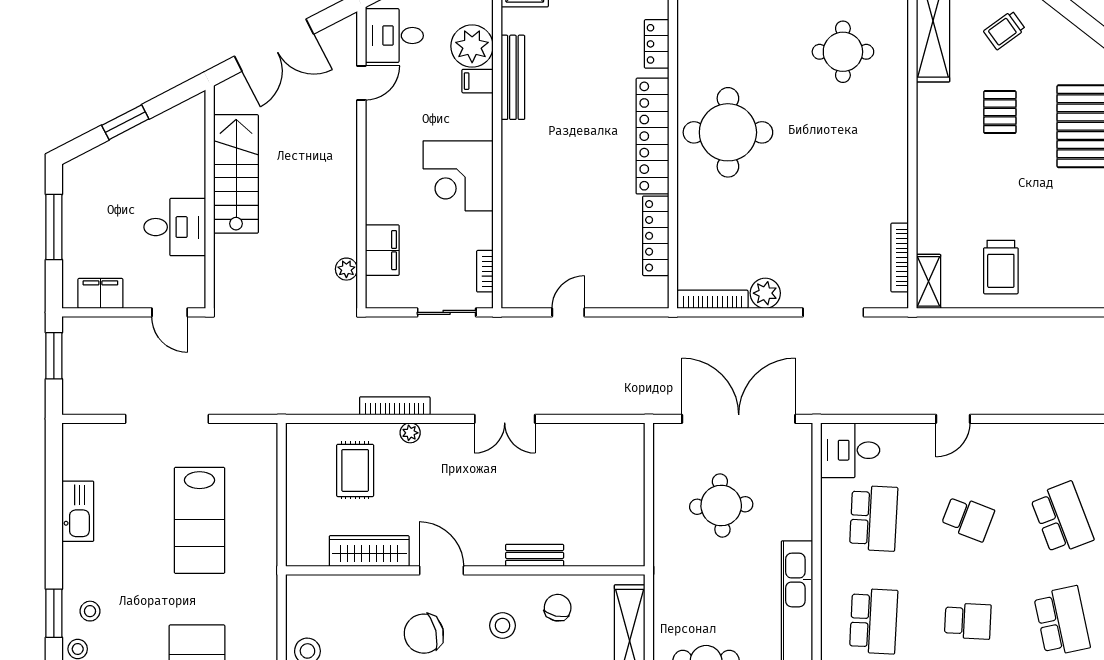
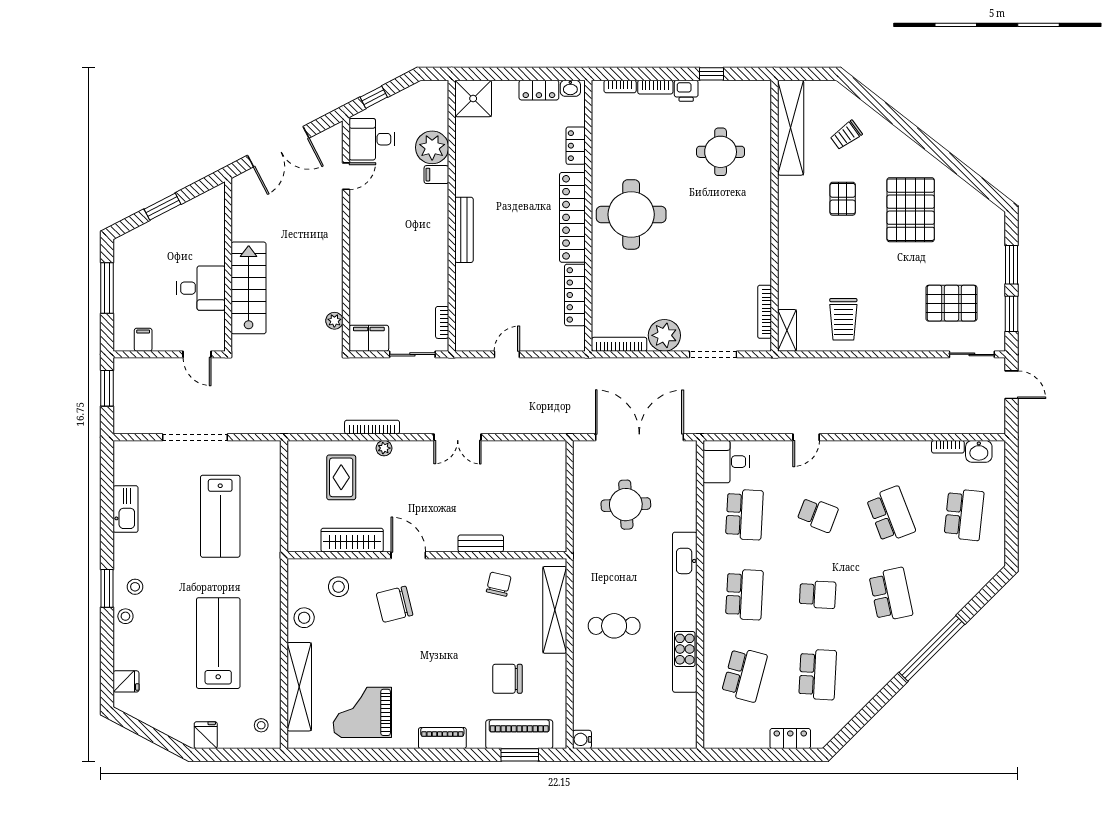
bench: (513, 77) -> (464, 230), moved
stairs: (236, 174) -> (249, 288), moved
corner desk: (458, 176) -> (421, 248), removed
filing cabinet: (382, 250) -> (369, 338), moved, turned -90
filing cabinet: (100, 293) -> (143, 340), width x0.50
plant: (765, 293) -> (664, 335), width x1.36, depth x1.36
stool: (503, 626) -> (339, 587), moved

